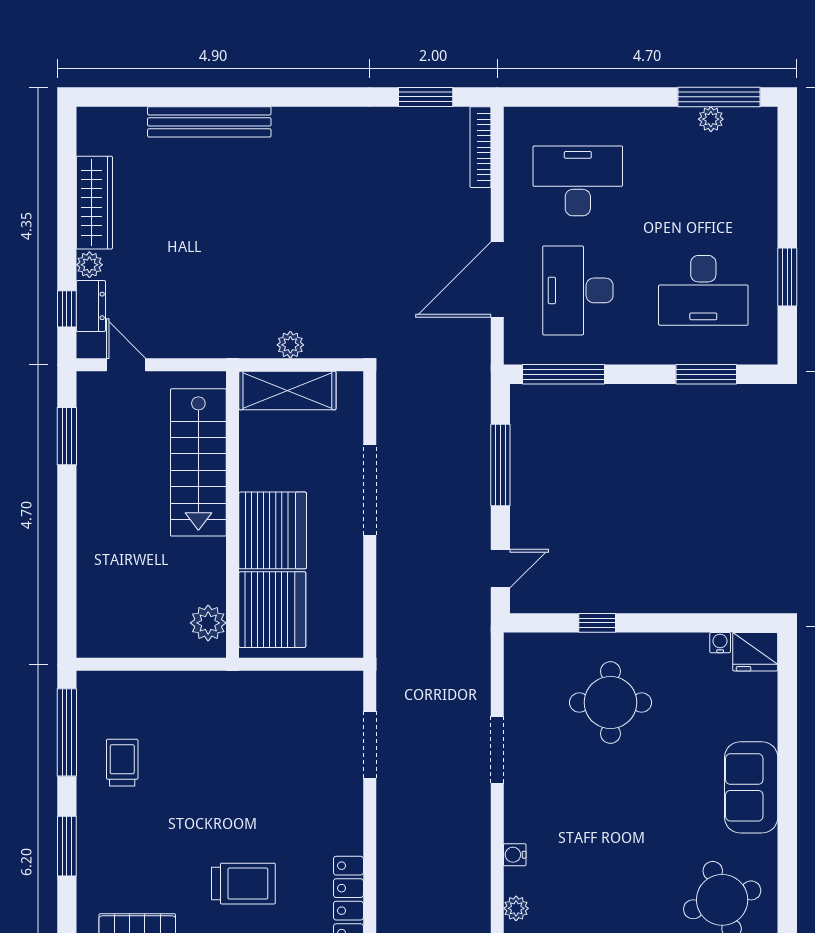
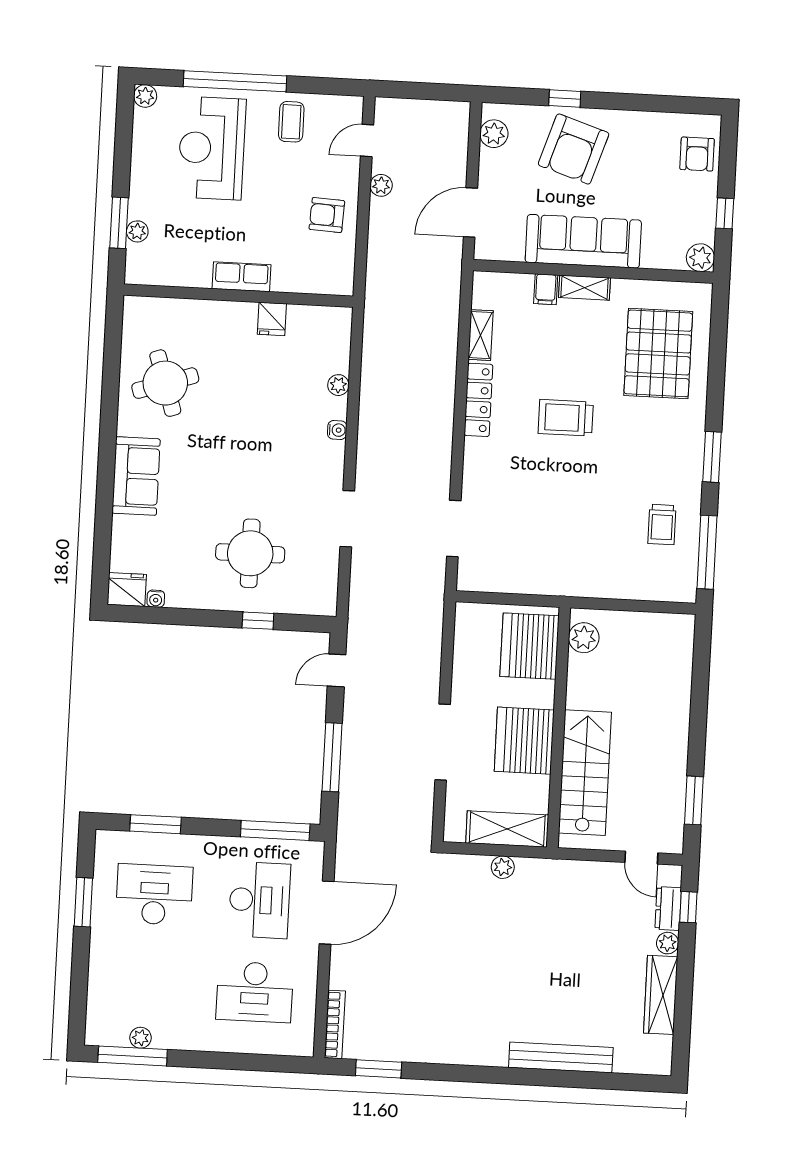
server rack: (273, 530) -> (524, 741), moved

